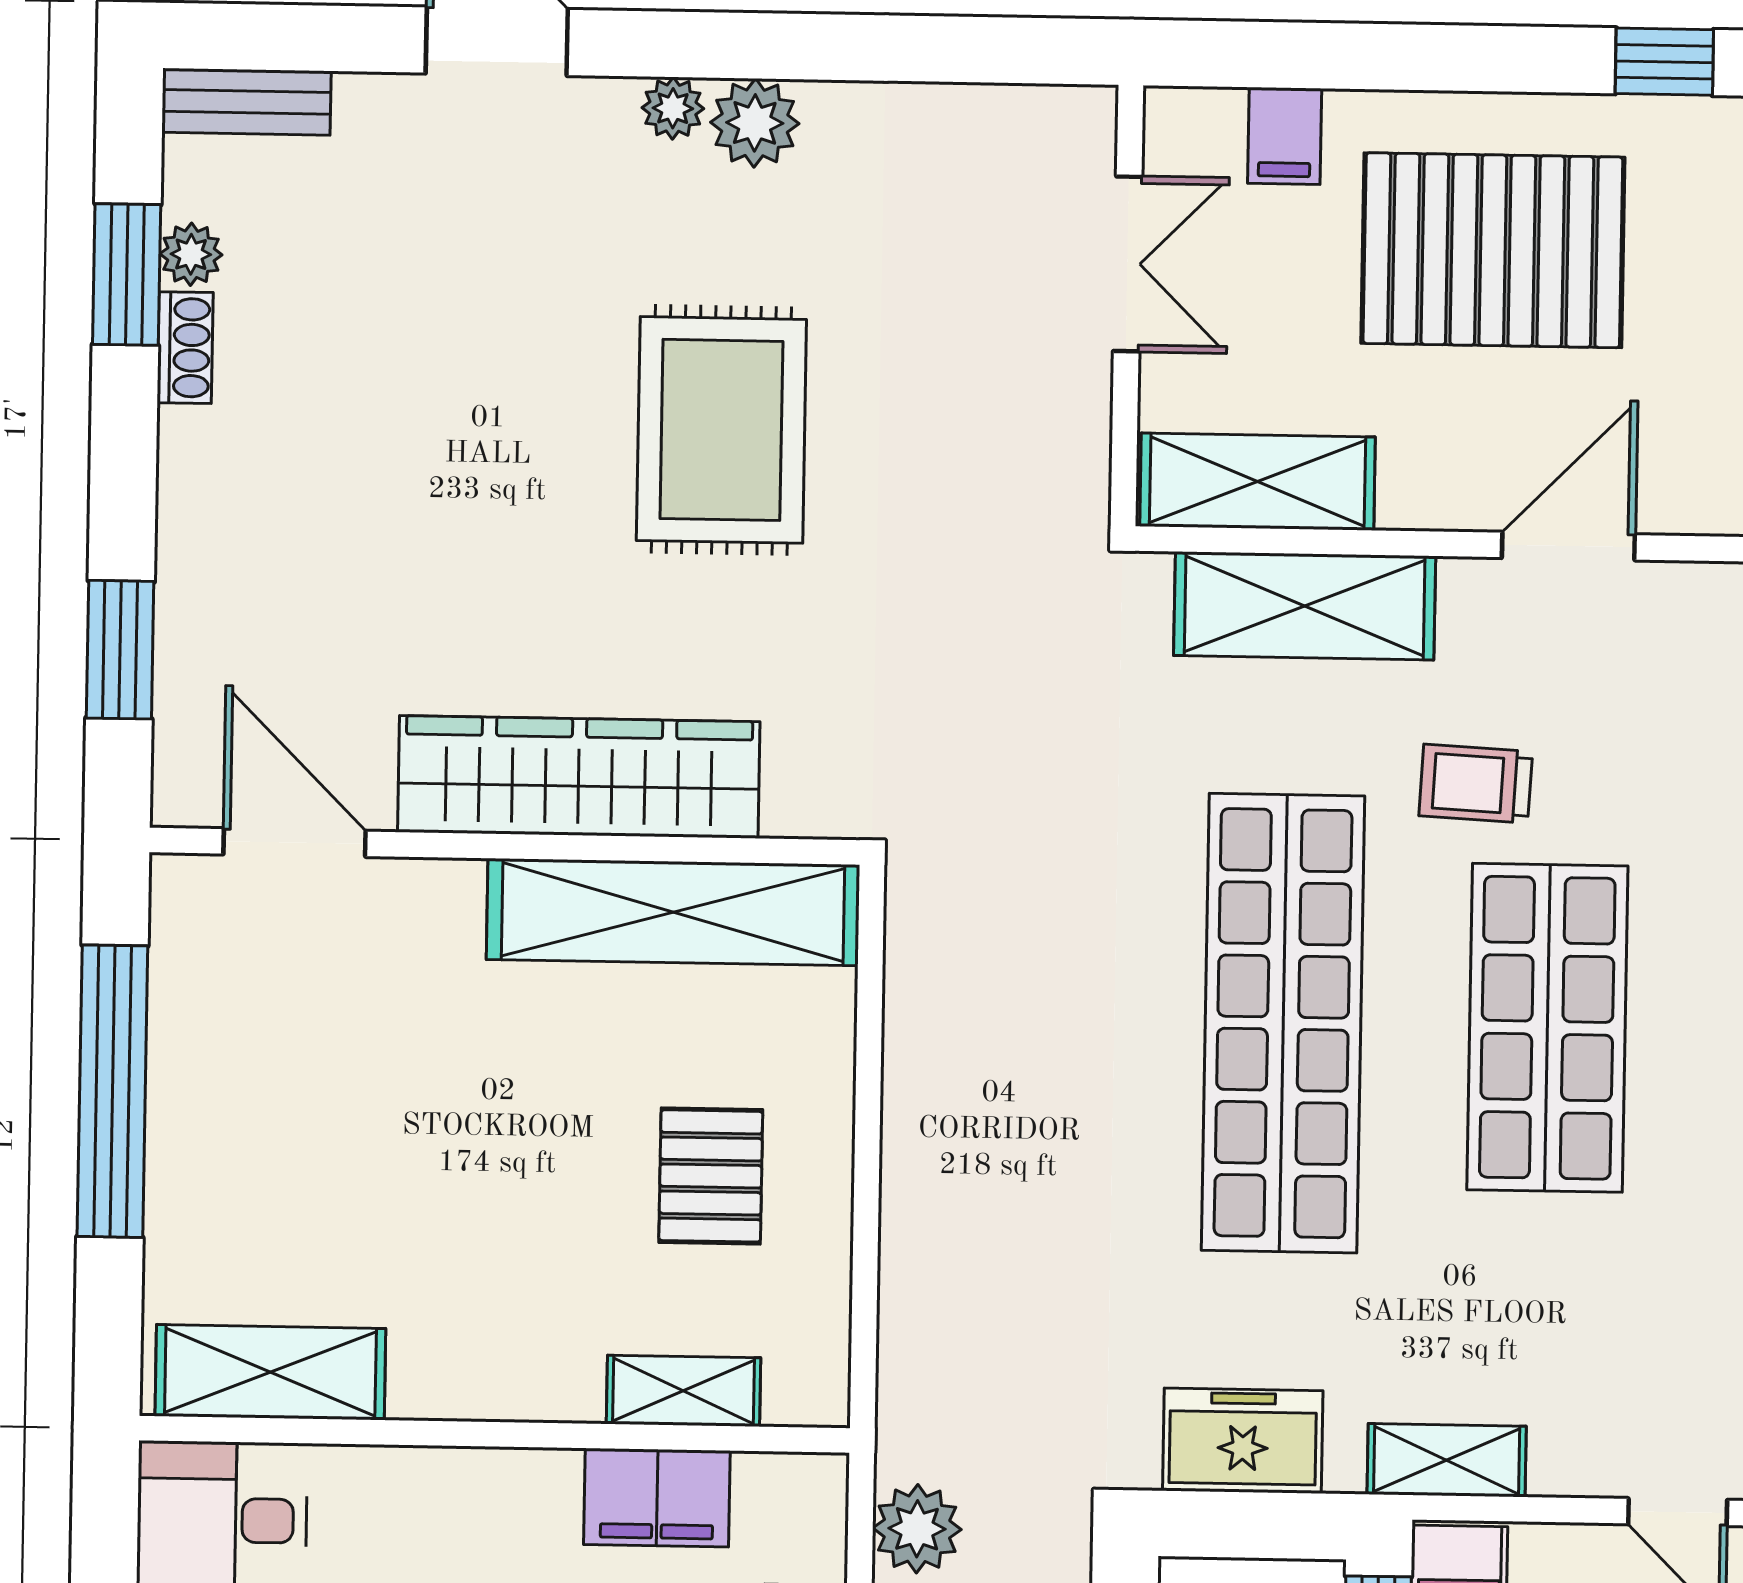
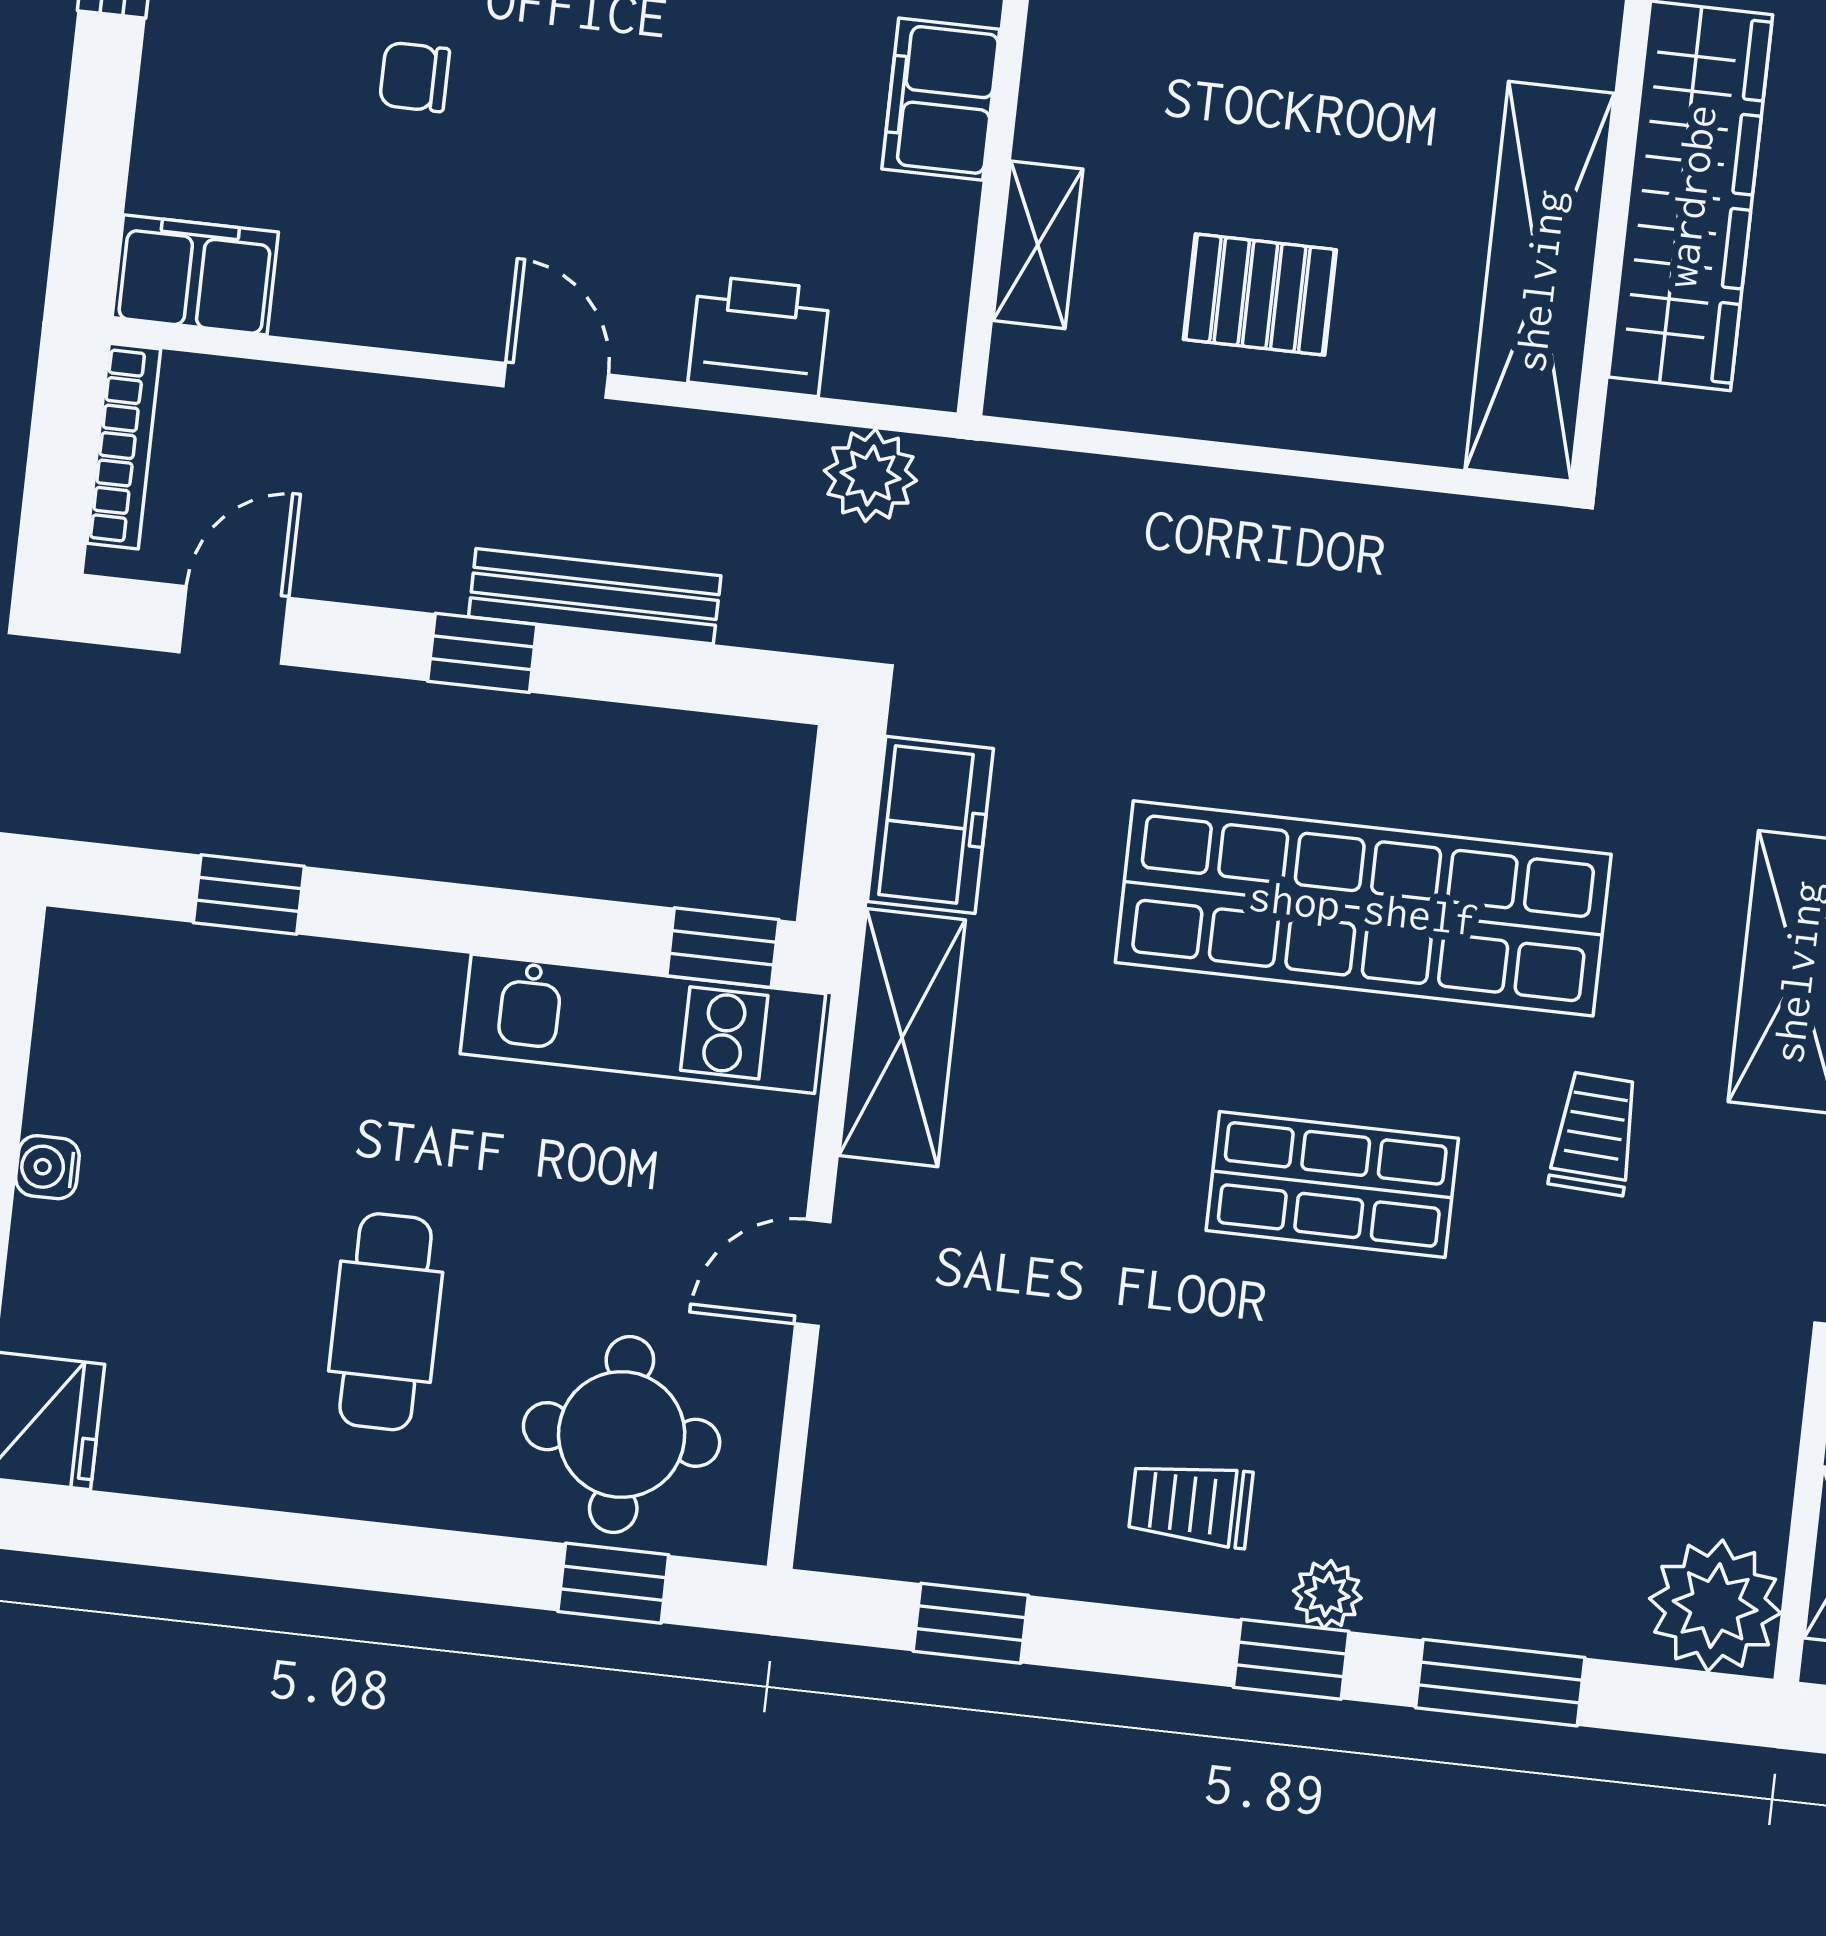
shop shelf: (1547, 1028) -> (1332, 1184), width x0.70, depth x0.74
shelving: (1447, 1460) -> (902, 1038), width x1.50, depth x1.33
filing cabinet: (657, 1498) -> (941, 99), moved

